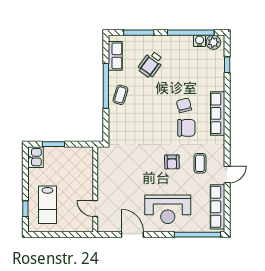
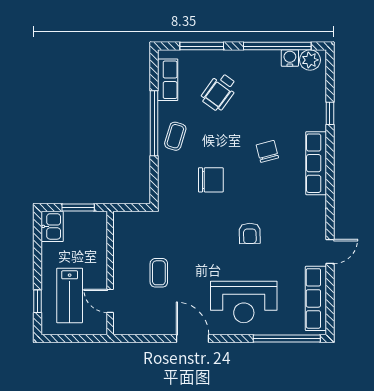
window: (227, 65) -> (330, 113), moved
chair: (186, 128) -> (211, 180), moved
coffee table: (200, 163) -> (159, 273), moved
wall: (95, 189) -> (110, 273), moved
door: (95, 208) -> (110, 301), moved

